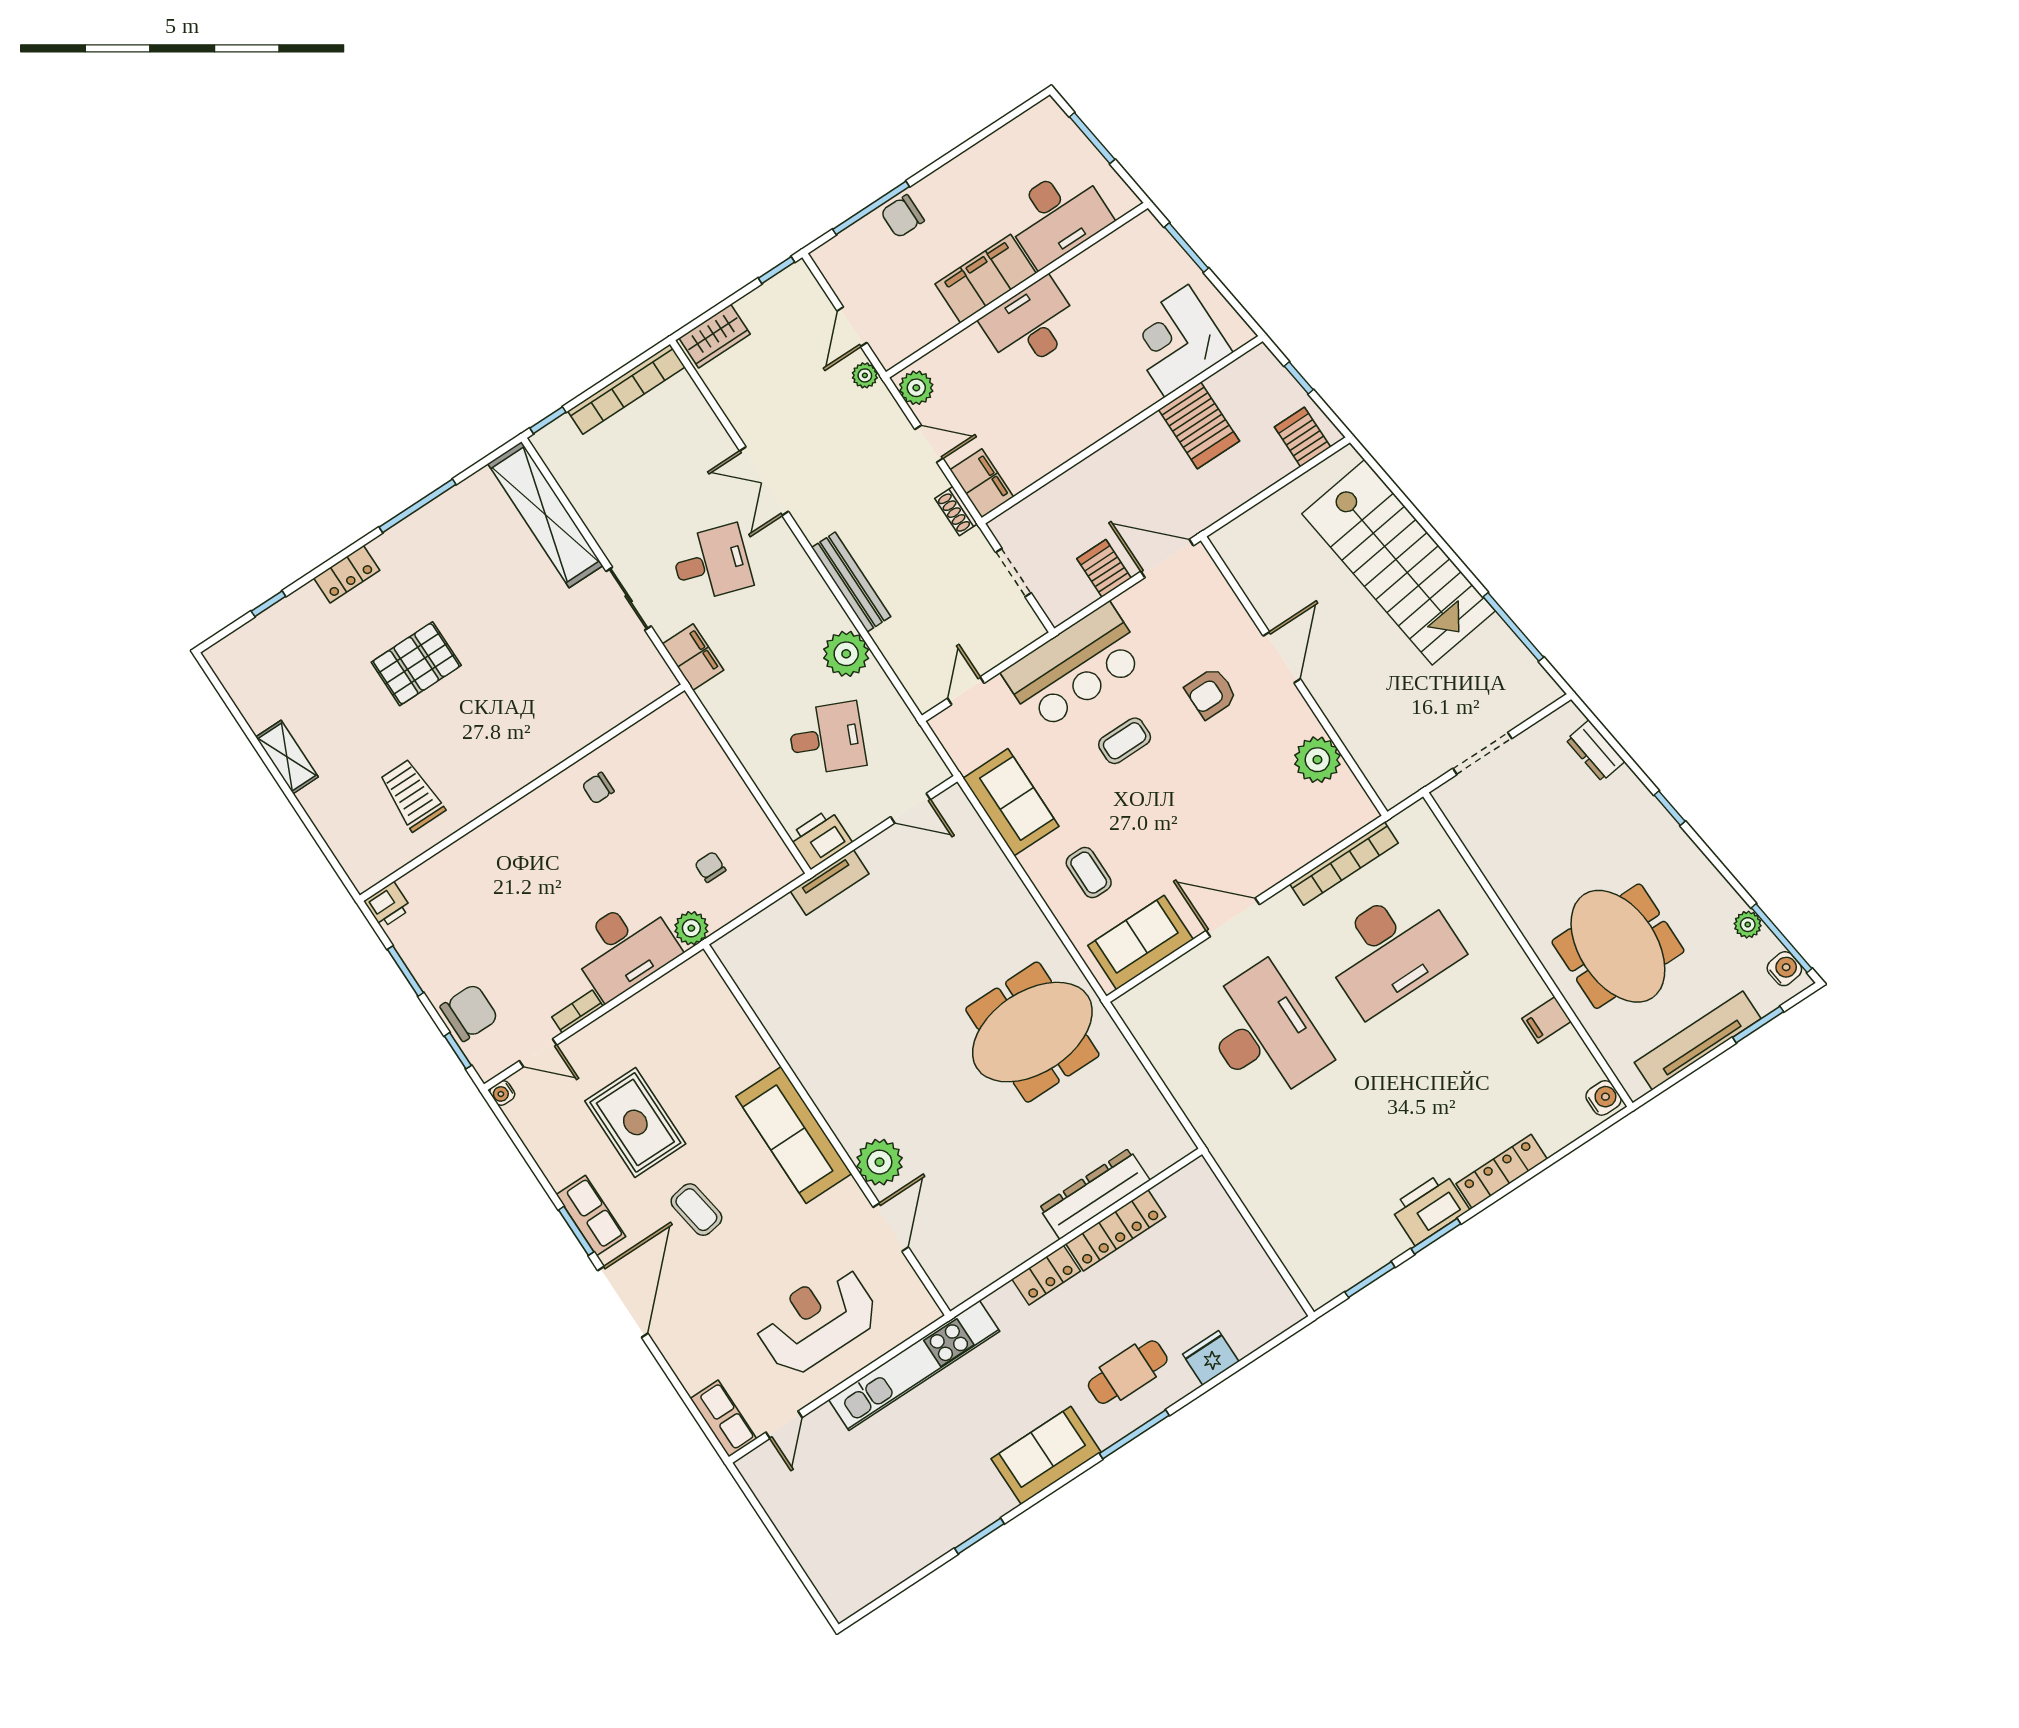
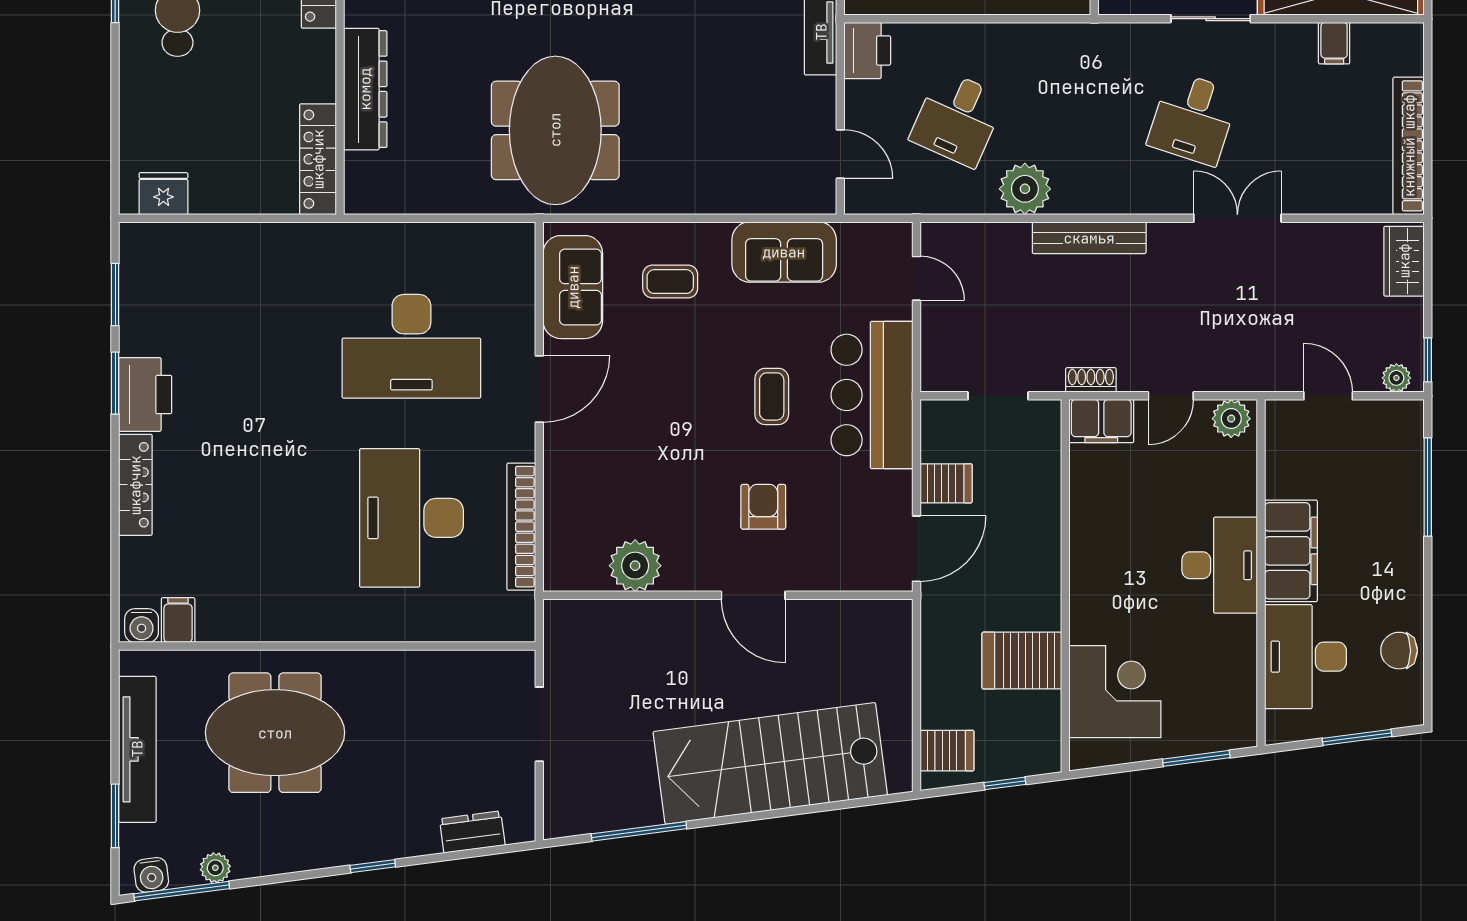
chair: (902, 216) -> (1399, 651), moved, turned -90
plant: (865, 375) -> (1396, 378), moved
window: (548, 420) -> (1428, 53), removed
filing cabinet: (693, 657) -> (1334, 43), moved, width x0.50
door: (911, 808) -> (840, 154), swing flipped
filing cabinet: (1546, 1020) -> (178, 620), moved
locker: (1116, 1230) -> (318, 159), moved
fridge: (1211, 1358) -> (163, 194), moved, turned -90

